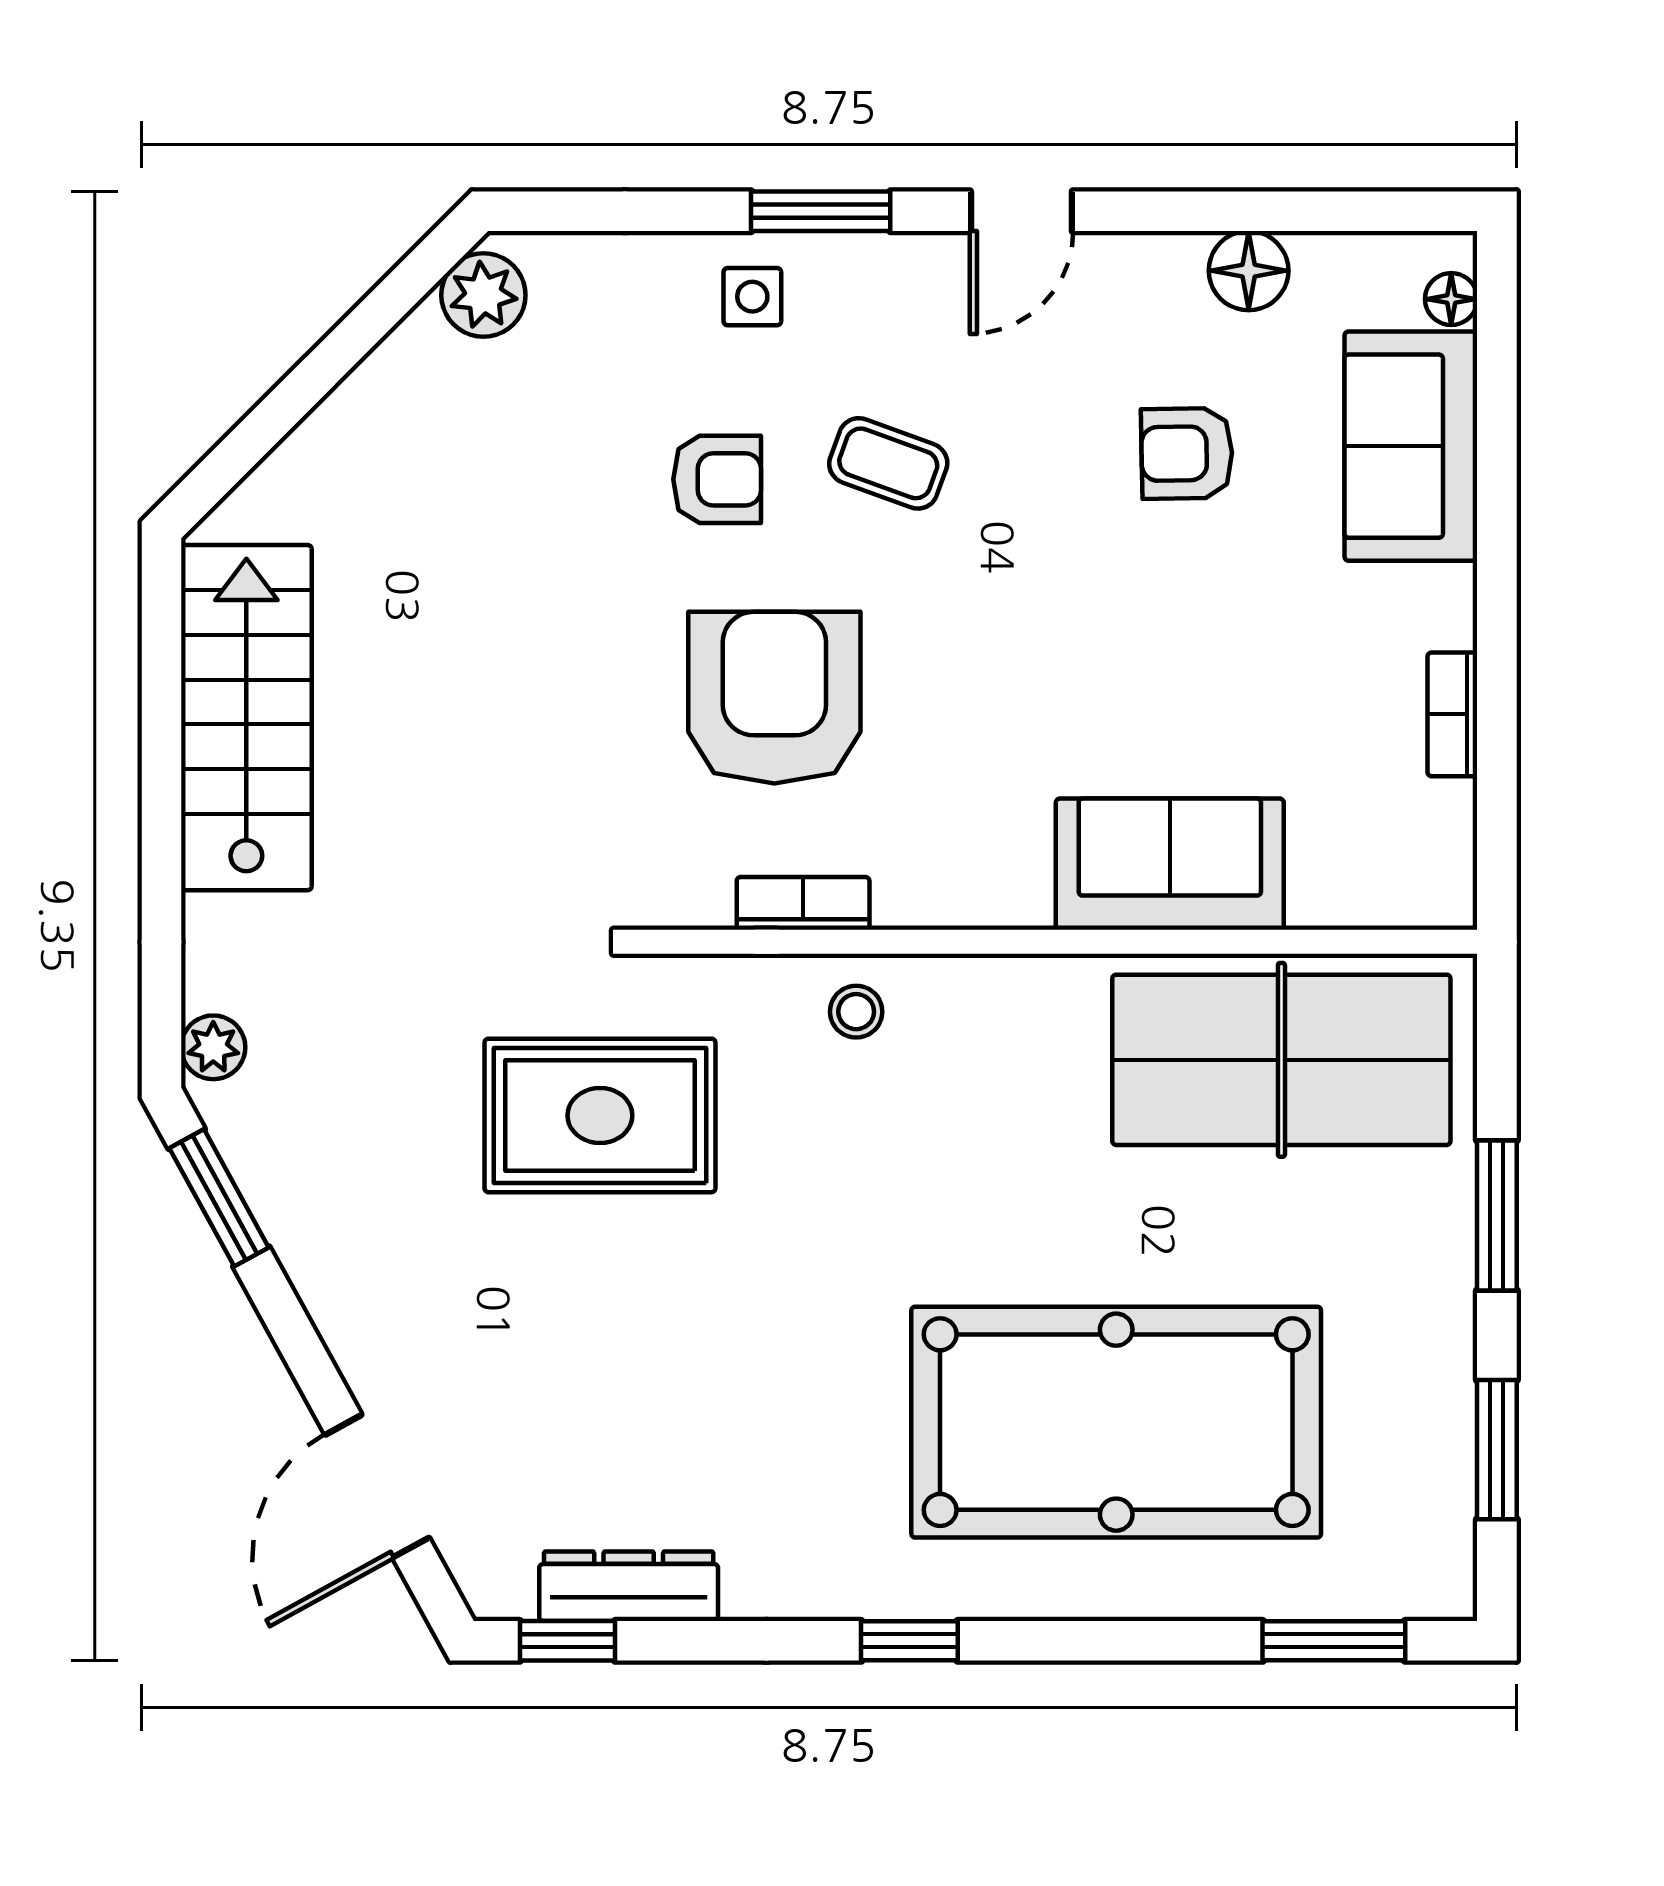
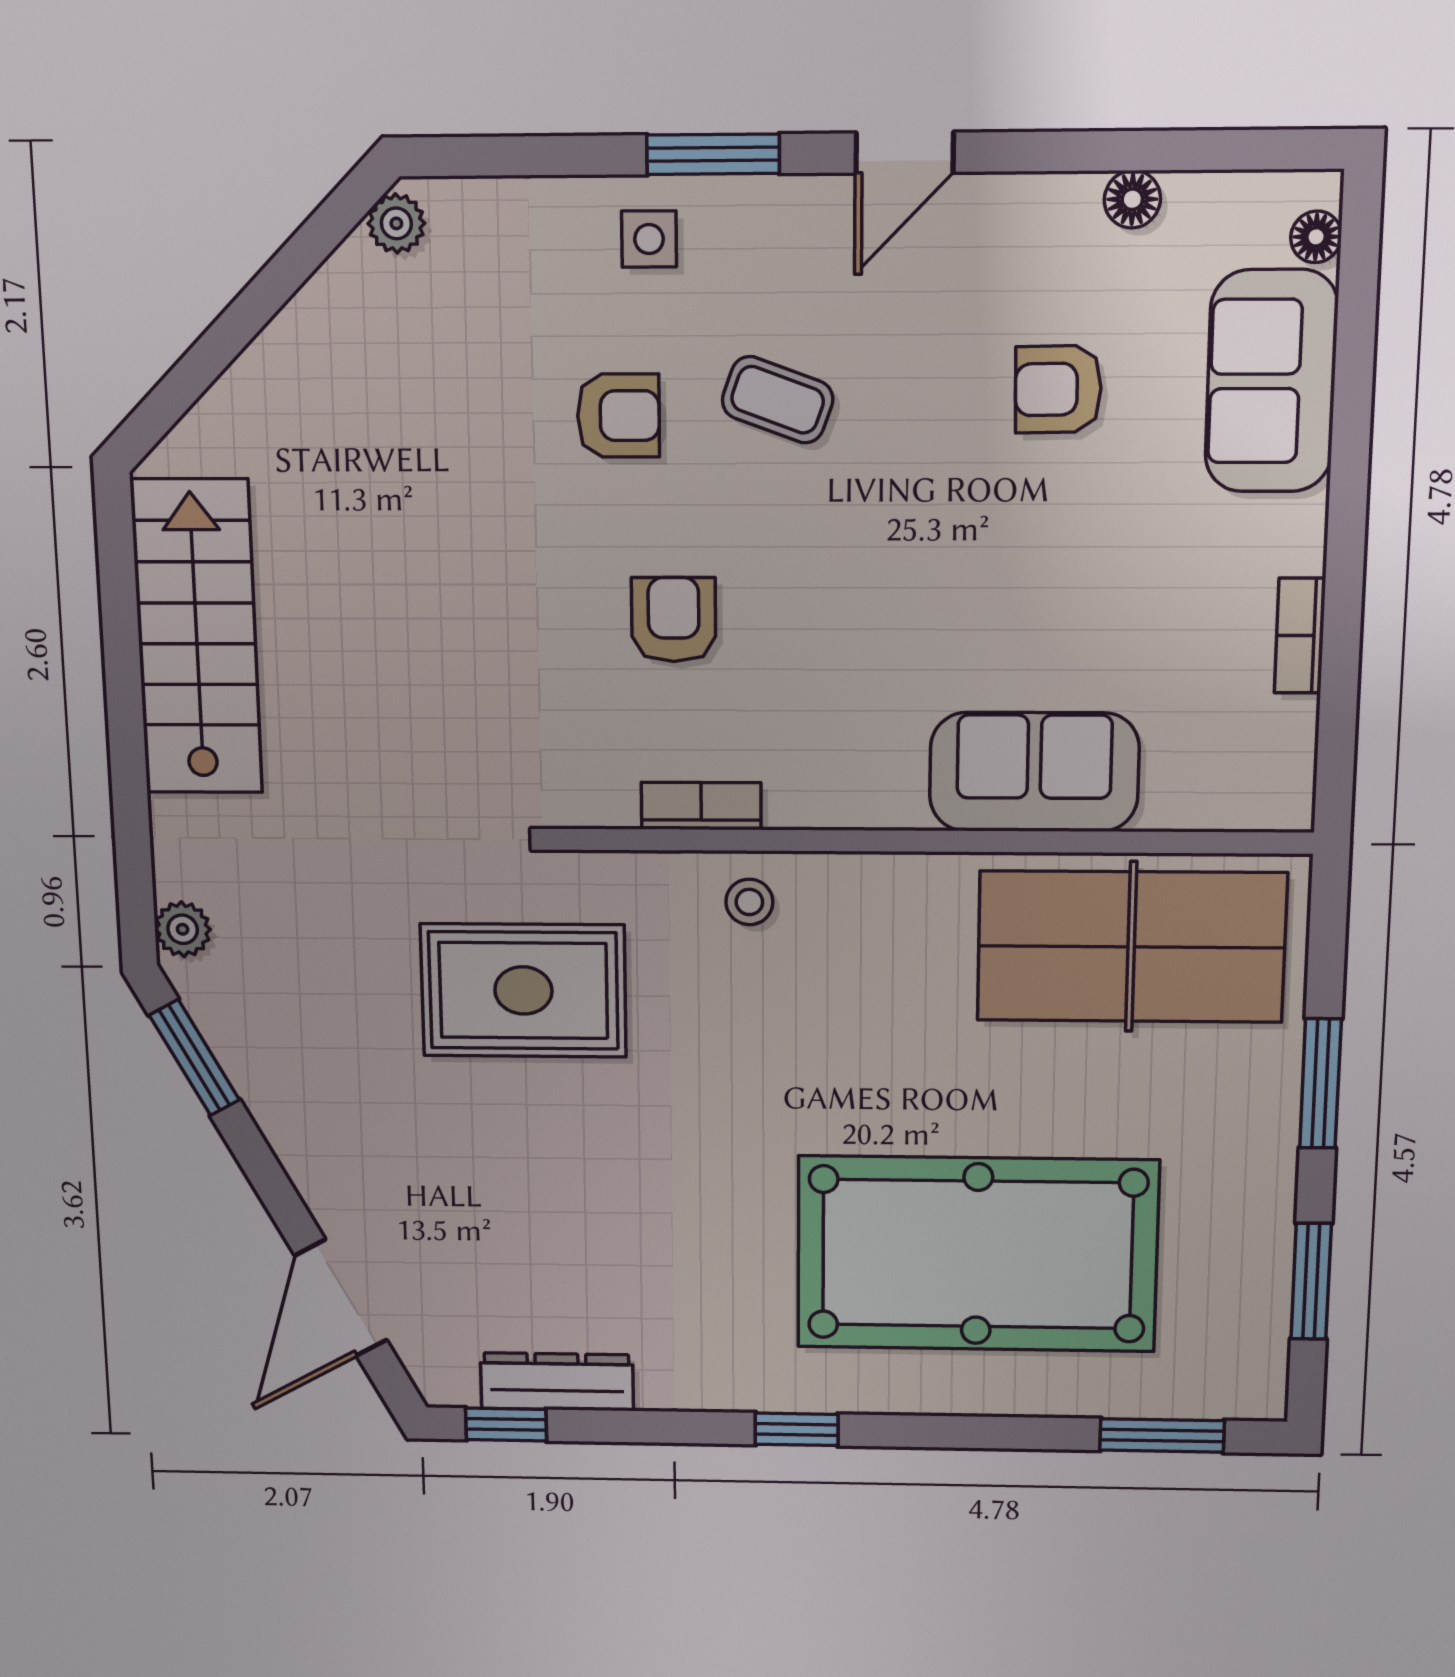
floor lamp: (1249, 271) -> (1132, 199), width x0.73, depth x0.73
plant: (483, 295) -> (396, 223), width x0.73, depth x0.73
armchair: (774, 698) -> (674, 620), width x0.53, depth x0.53

